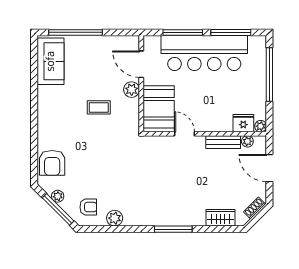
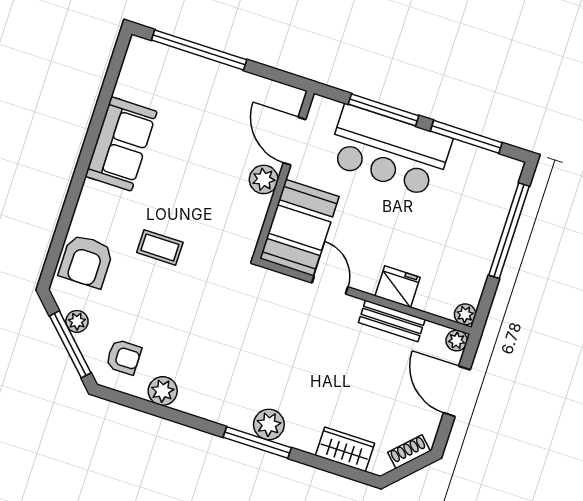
bar counter: (204, 53) -> (389, 151), width x0.73
sofa: (50, 61) -> (121, 144), moved
coffee table: (99, 107) -> (160, 247), moved
fridge: (243, 123) -> (398, 287), moved
plant: (247, 141) -> (457, 341), moved
plant: (176, 218) -> (269, 424), added

